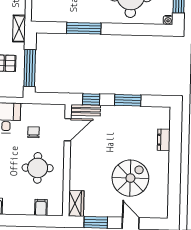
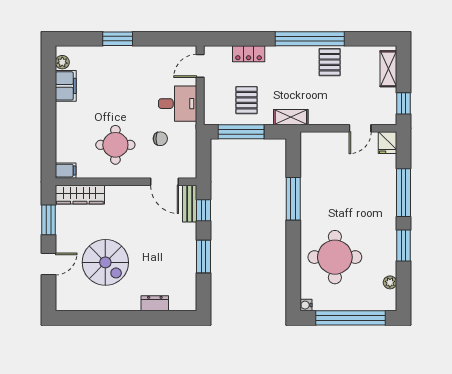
wardrobe: (76, 203) -> (80, 195), width x1.50
filing cabinet: (41, 207) -> (66, 171), moved

